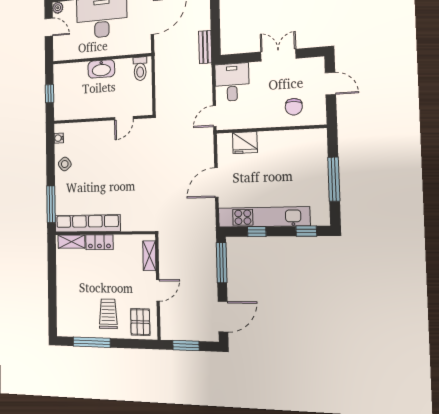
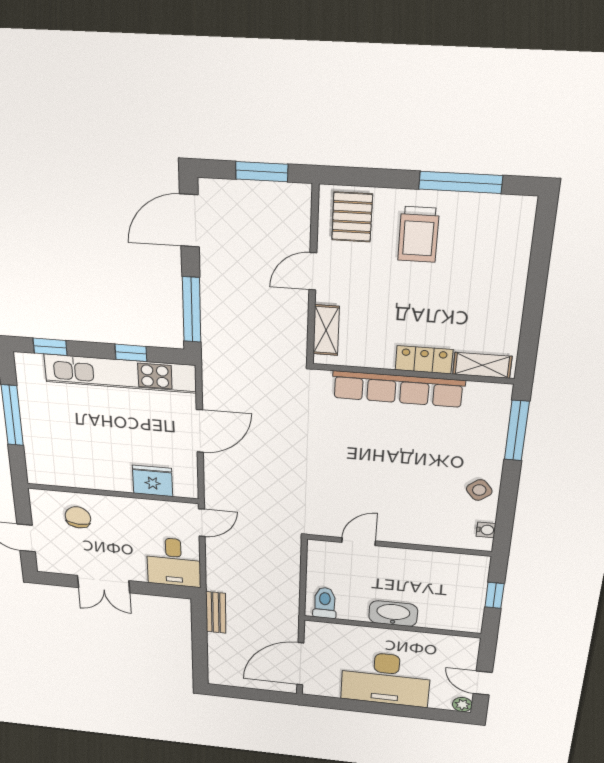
row of seats: (87, 223) -> (398, 389), moved

